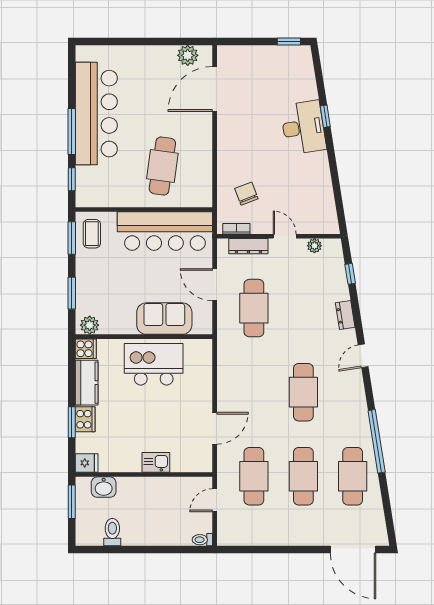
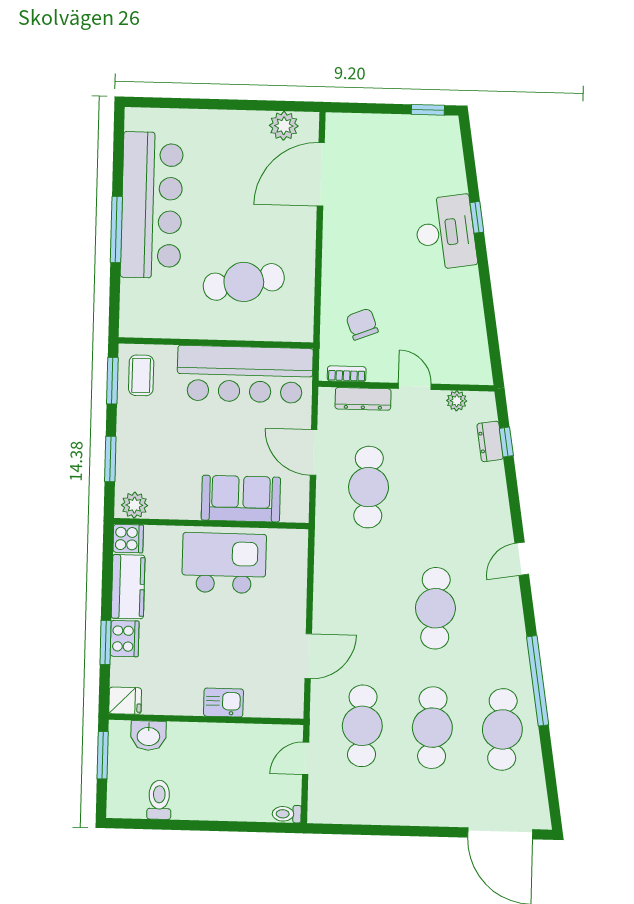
cafe table: (162, 166) -> (244, 282), turned 71
window: (72, 179) -> (115, 297), removed
dresser: (345, 315) -> (490, 441), moved

